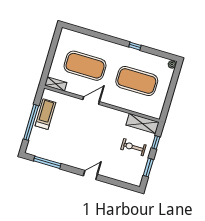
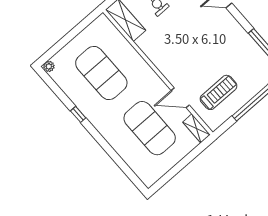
door: (91, 101) -> (180, 98), moved
treadmill: (45, 114) -> (219, 92), moved, turned 180

